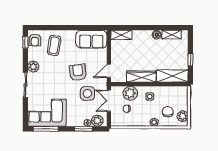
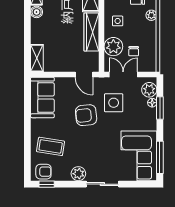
double door: (109, 101) -> (123, 75), swing flipped

